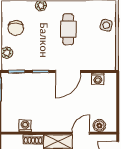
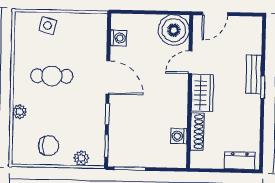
boiler: (99, 126) -> (174, 30), width x1.86, depth x1.86
door: (81, 133) -> (190, 62), hinge flipped
shoe rack: (33, 139) -> (197, 132), width x1.43

